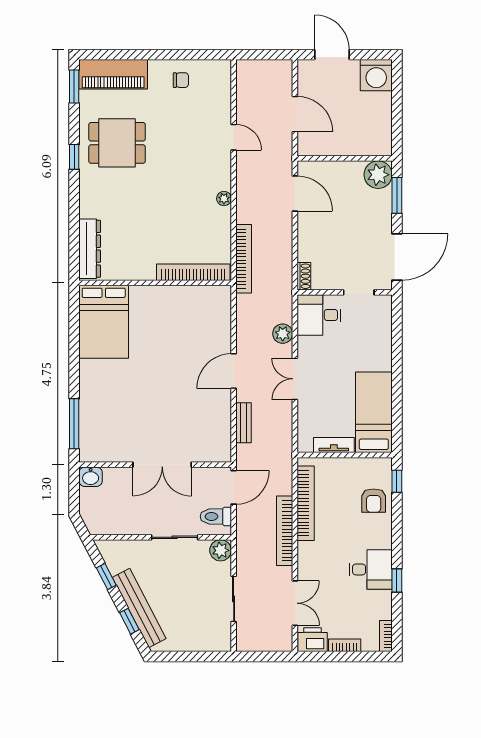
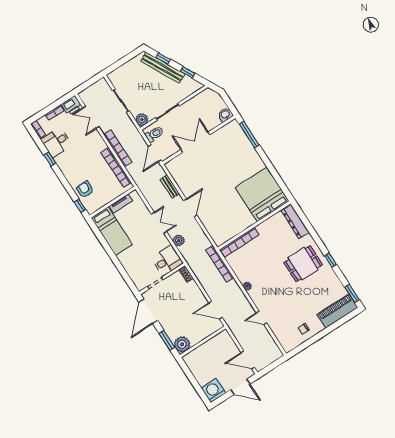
door: (295, 114) -> (248, 360), moved
dining table: (117, 143) -> (303, 264), moved
bed: (104, 322) -> (262, 194), width x1.36
desk: (371, 569) -> (56, 142), moved

